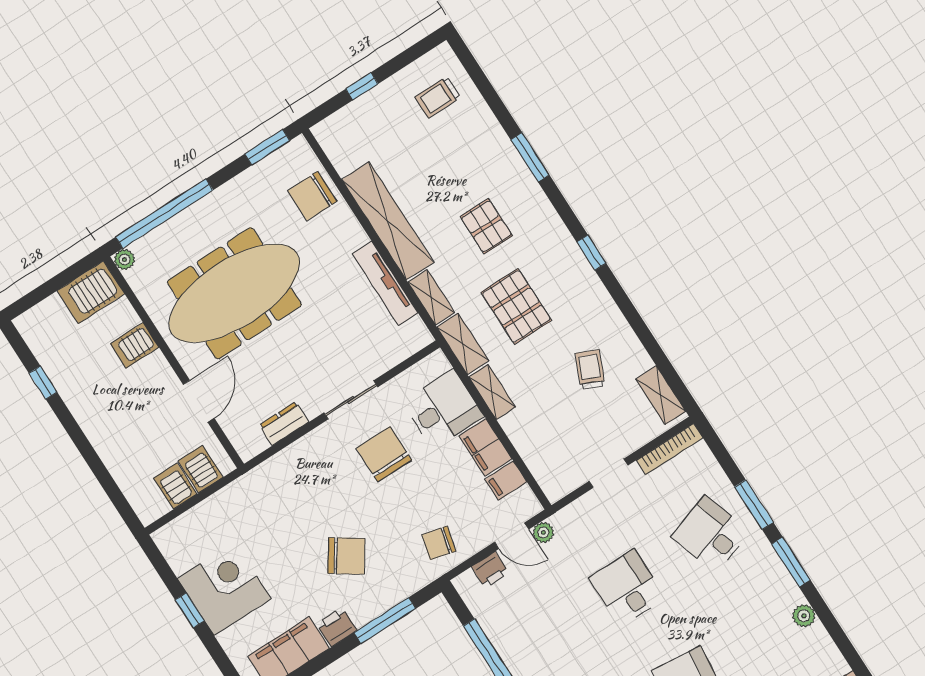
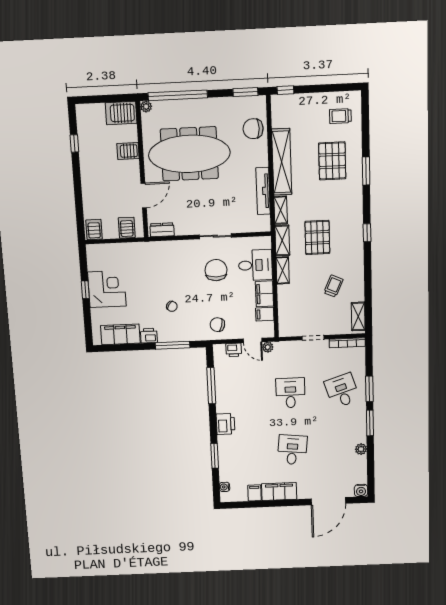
window: (362, 86) -> (285, 90), moved
pallet: (486, 226) -> (332, 161), moved, width x1.50, depth x1.42
dresser: (284, 424) -> (162, 230), moved
server rack: (175, 486) -> (94, 230), moved
chair: (346, 556) -> (172, 306), width x0.54, depth x0.54

